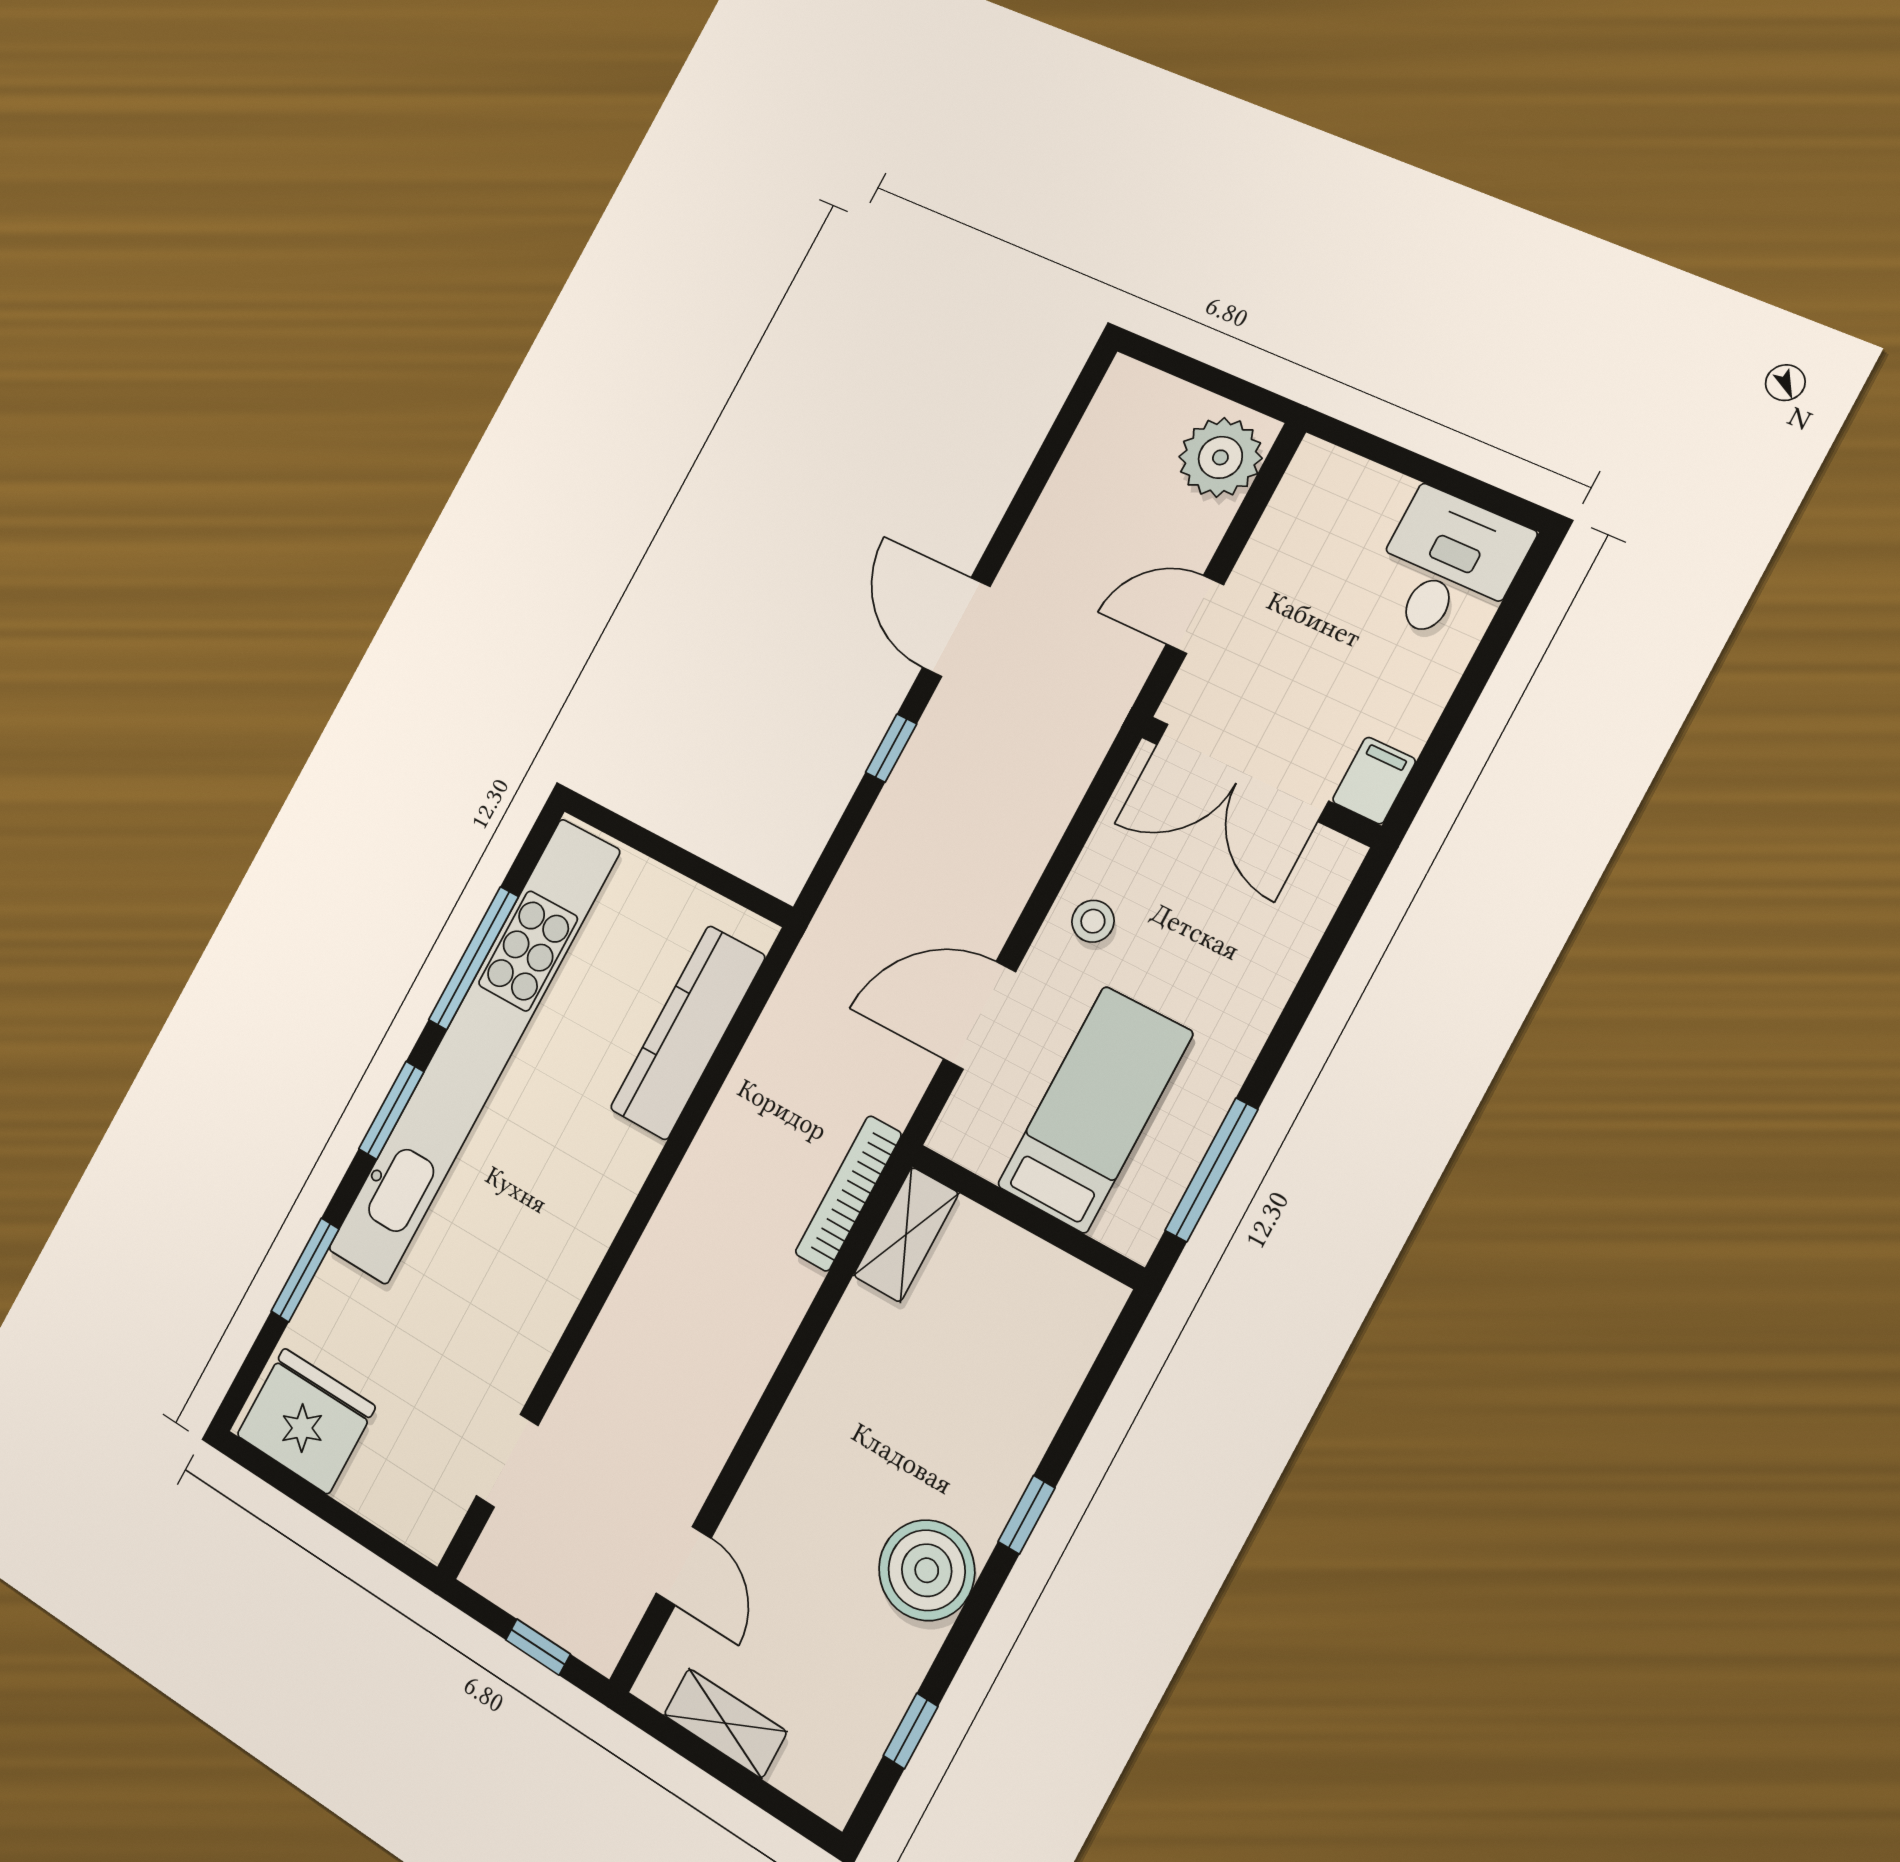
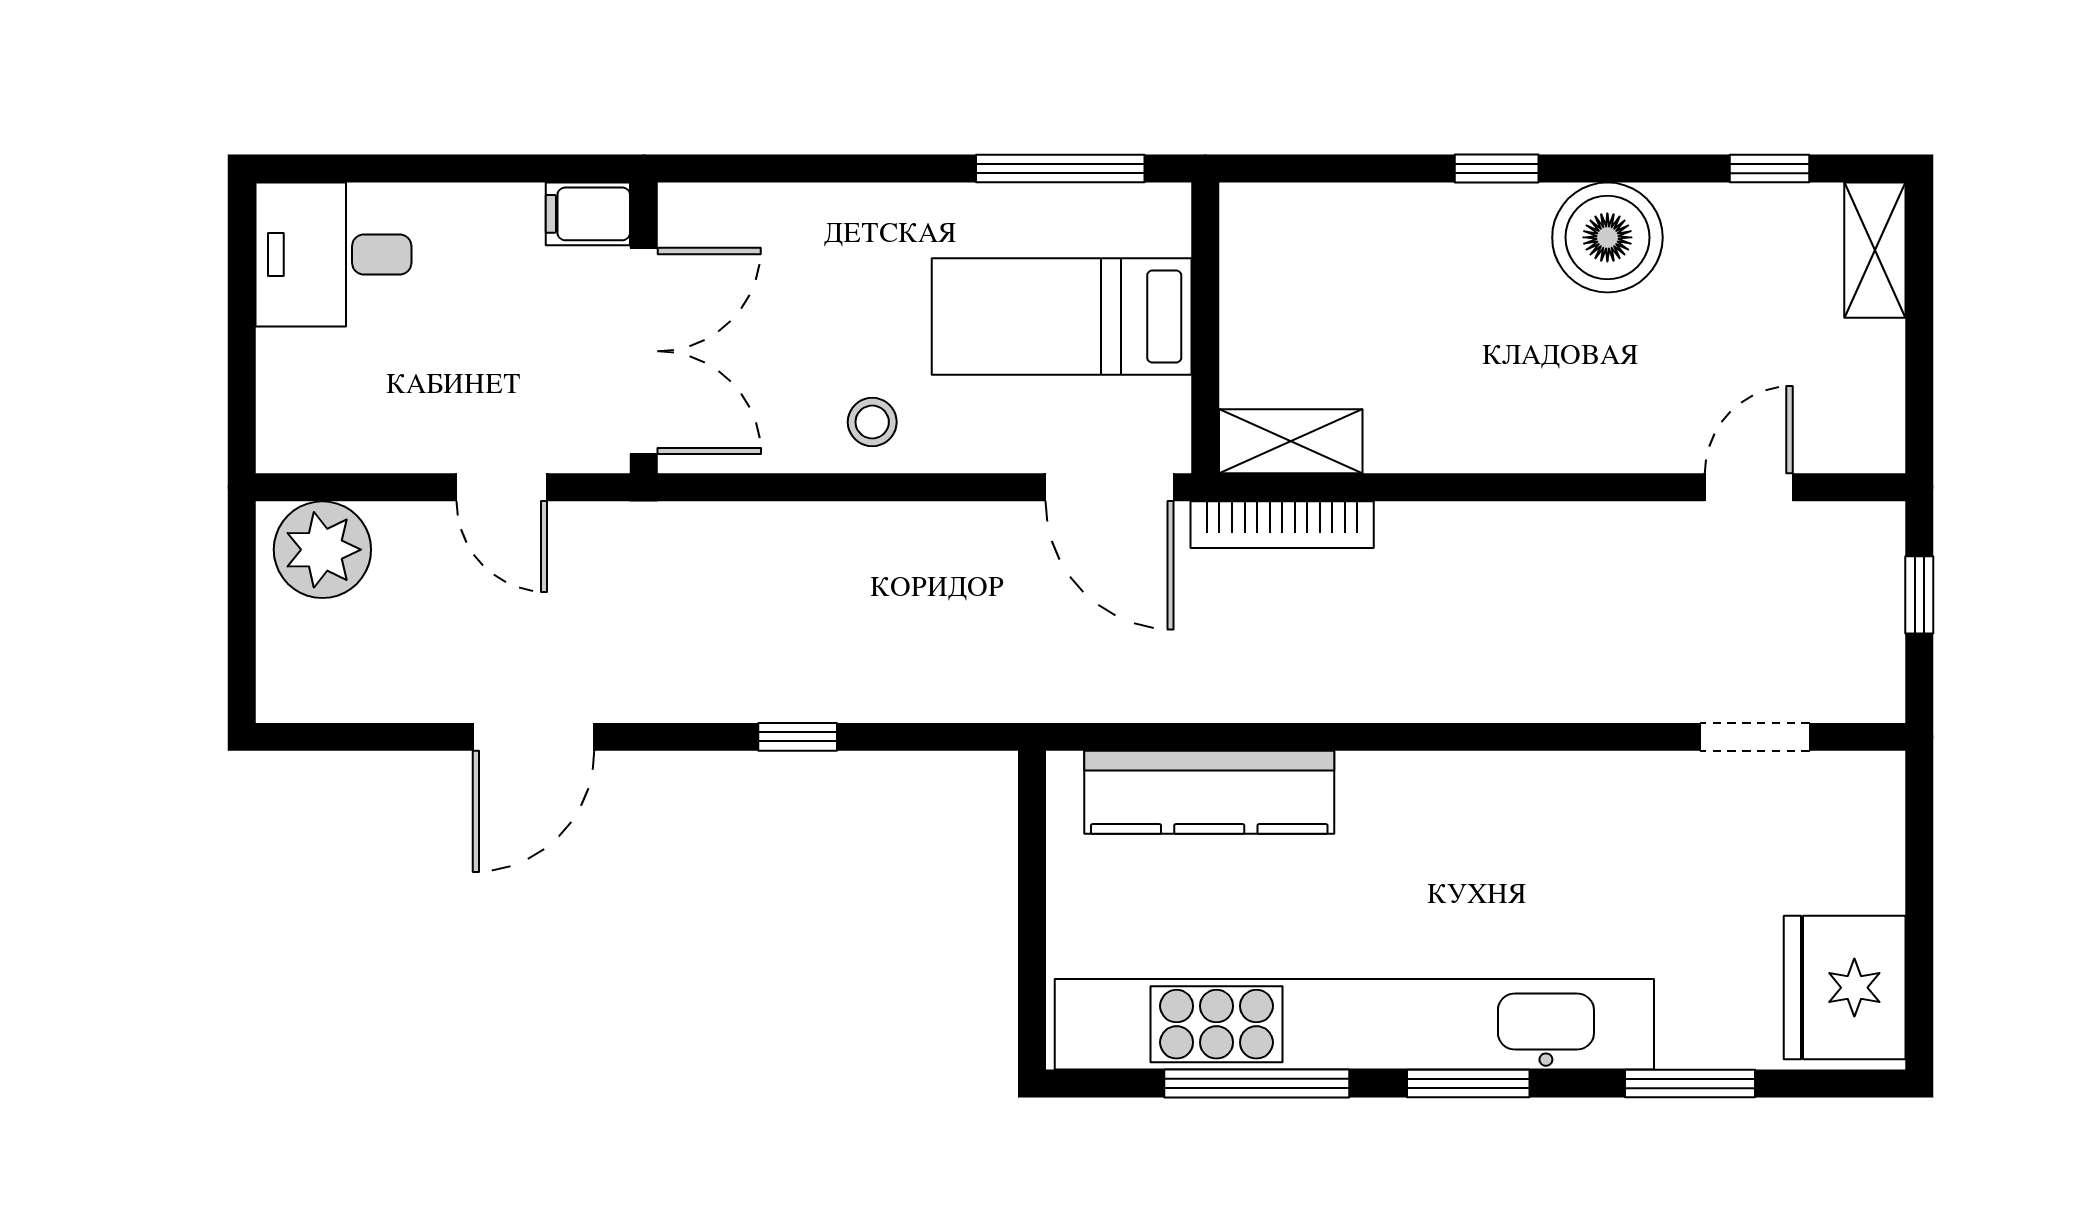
door: (956, 627) -> (533, 737), moved
door: (980, 1015) -> (1110, 487), moved
shelving: (725, 1723) -> (1875, 250), moved

